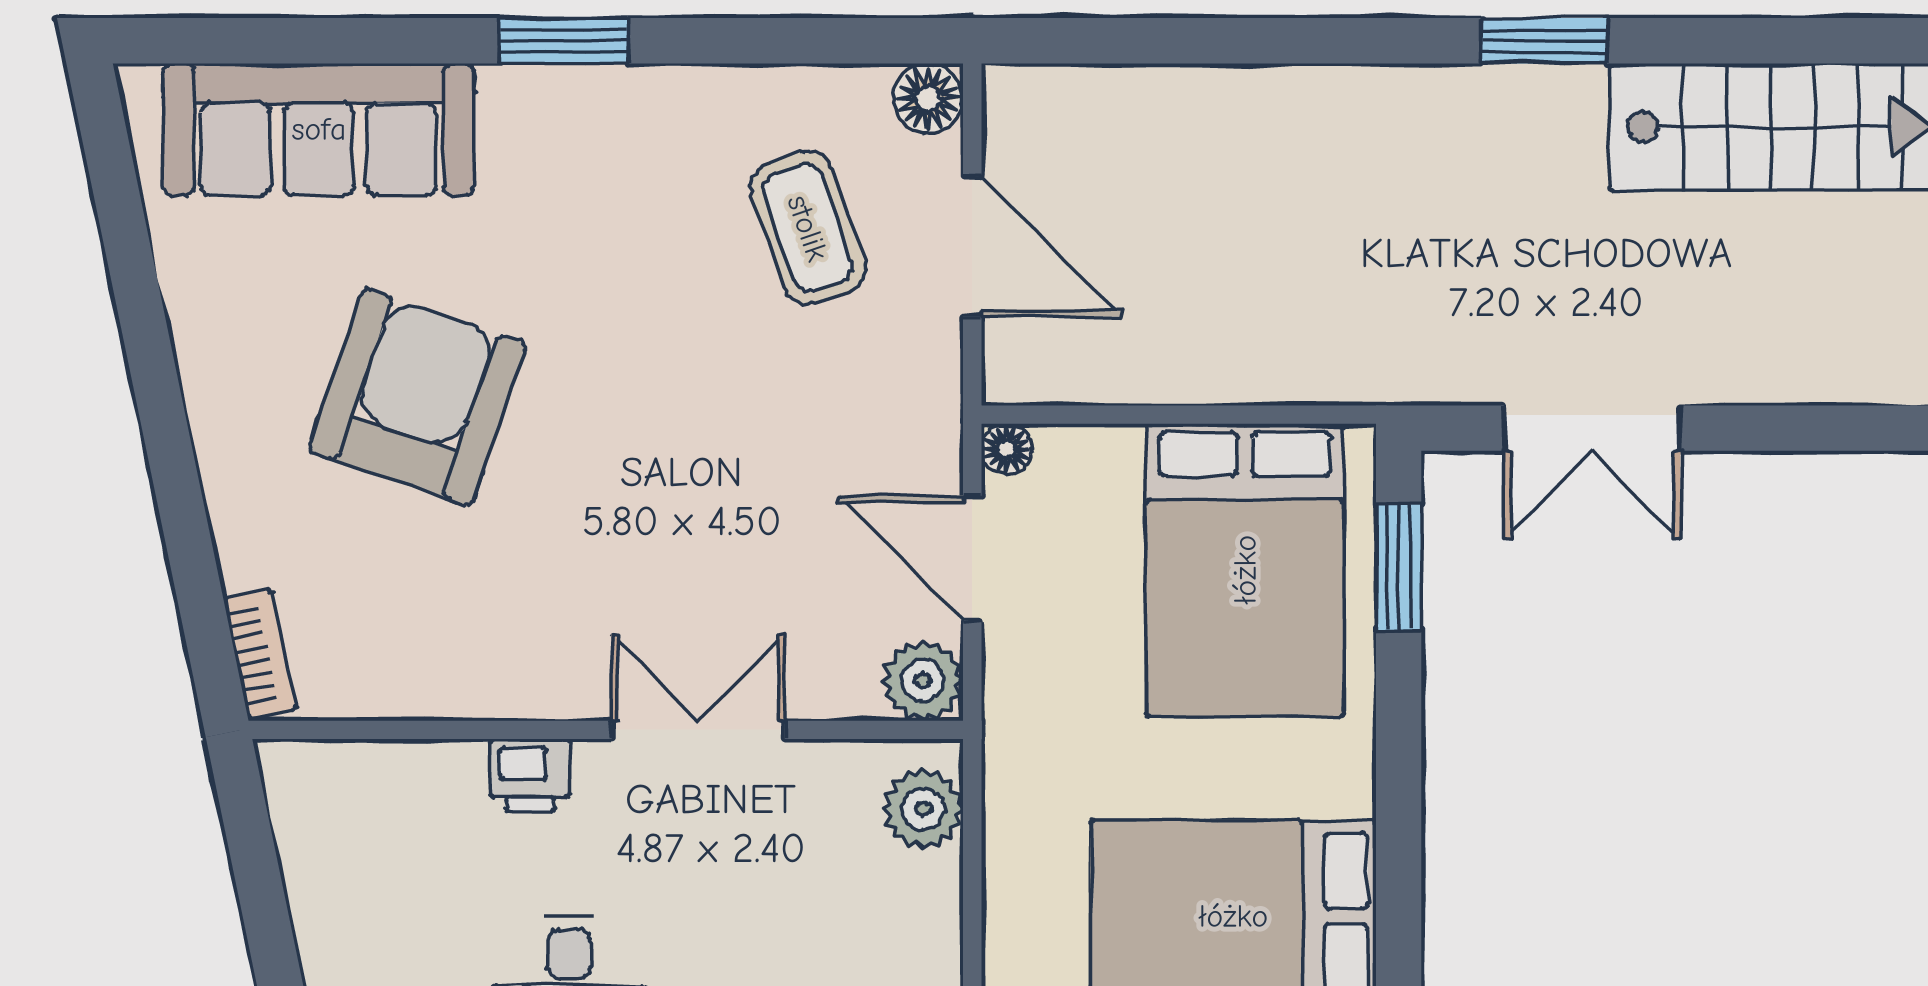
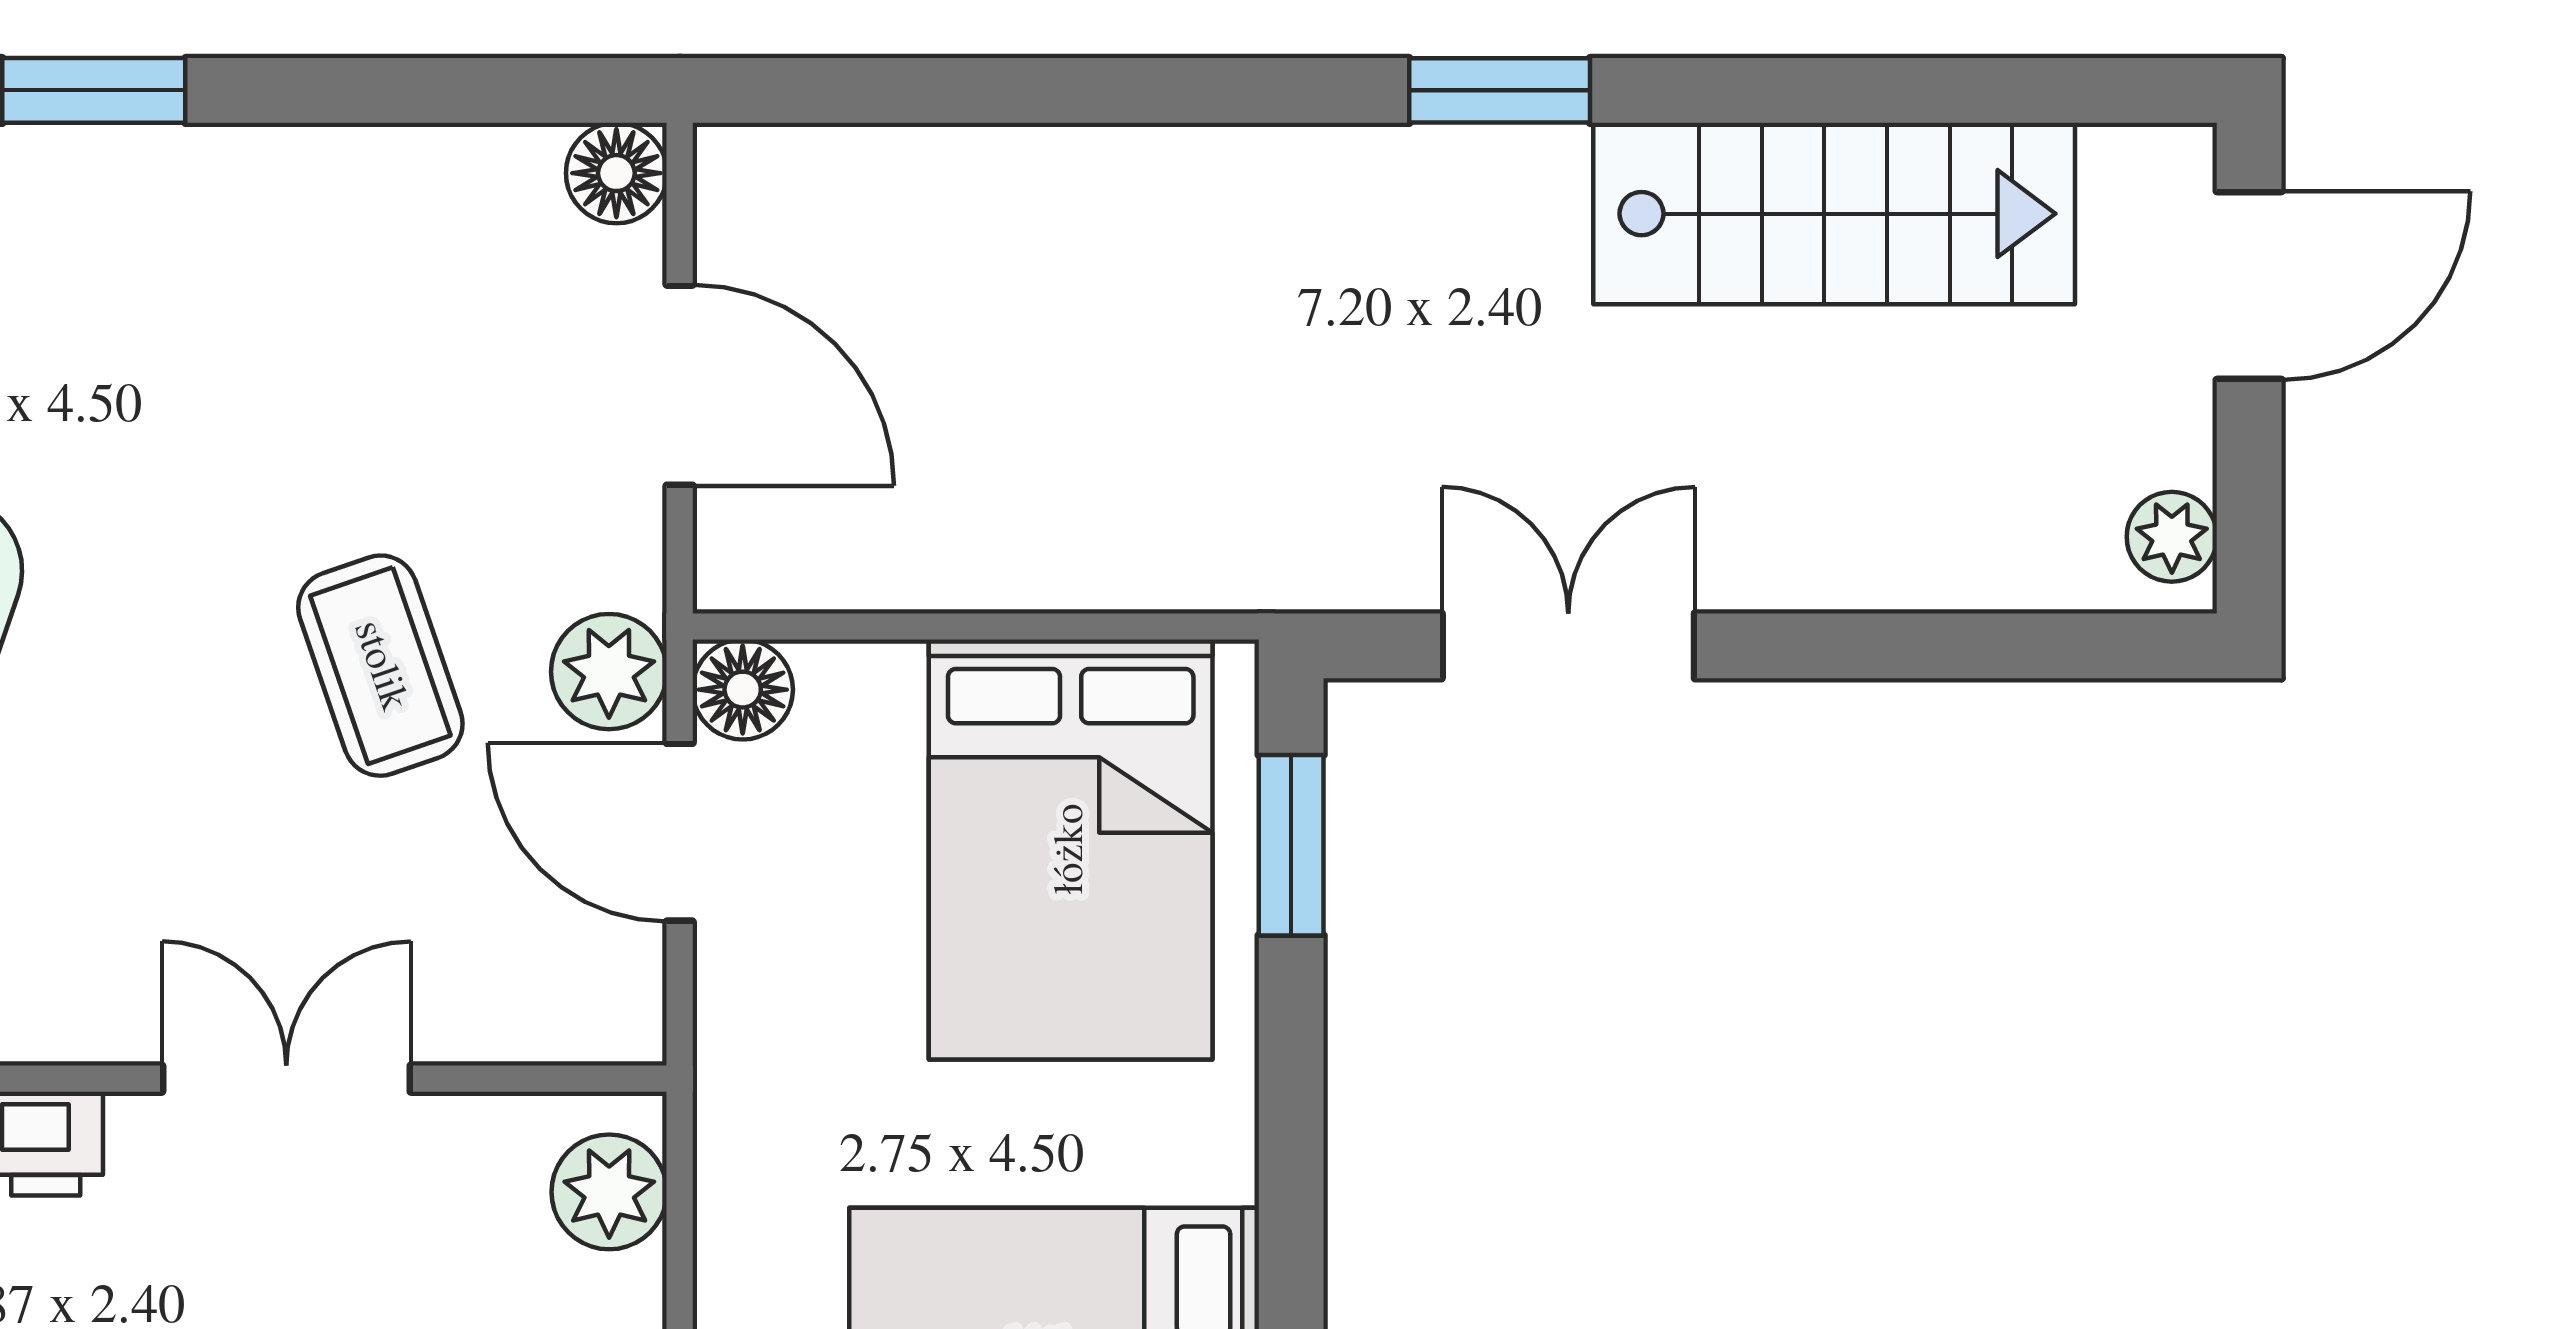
coffee table: (808, 228) -> (380, 666), moved
double door: (1592, 428) -> (1568, 646), swing flipped
floor lamp: (1007, 449) -> (743, 690), width x1.37, depth x1.37
plant: (923, 681) -> (609, 672), moved

